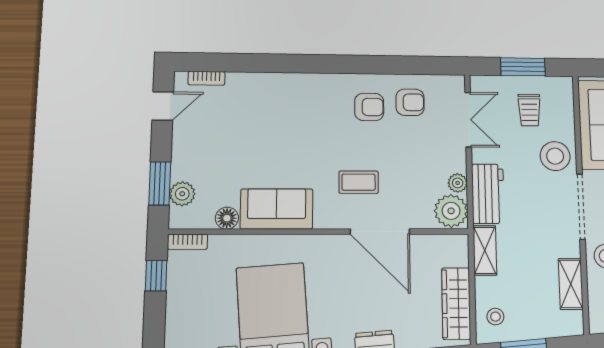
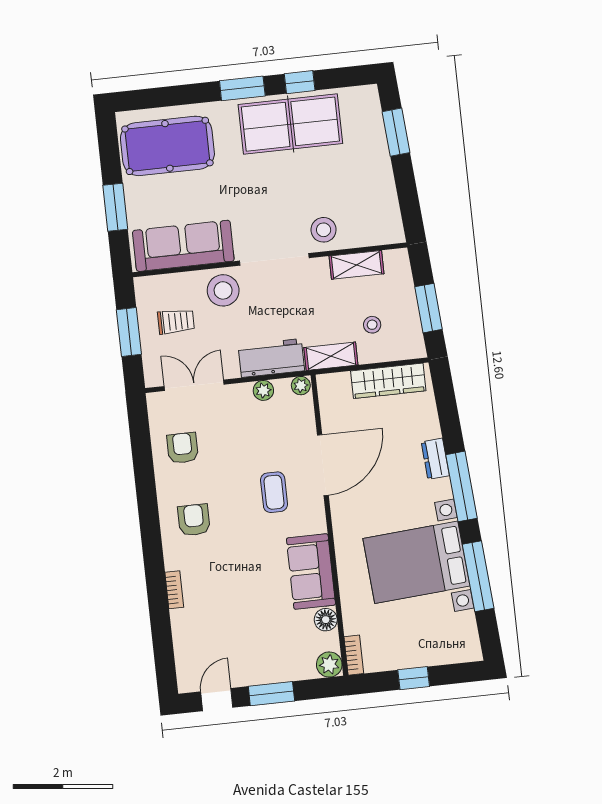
bookcase: (206, 78) -> (174, 590), moved
door: (163, 106) -> (217, 700), hinge flipped
armchair: (369, 107) -> (194, 520), moved
window: (160, 183) -> (271, 694), moved
plant: (182, 194) -> (329, 665), moved
plant: (451, 211) -> (301, 386), width x0.53, depth x0.53
window: (156, 276) -> (414, 678), moved
stool: (495, 317) -> (372, 325), moved

